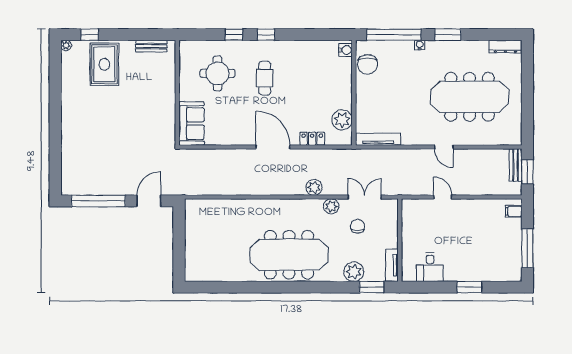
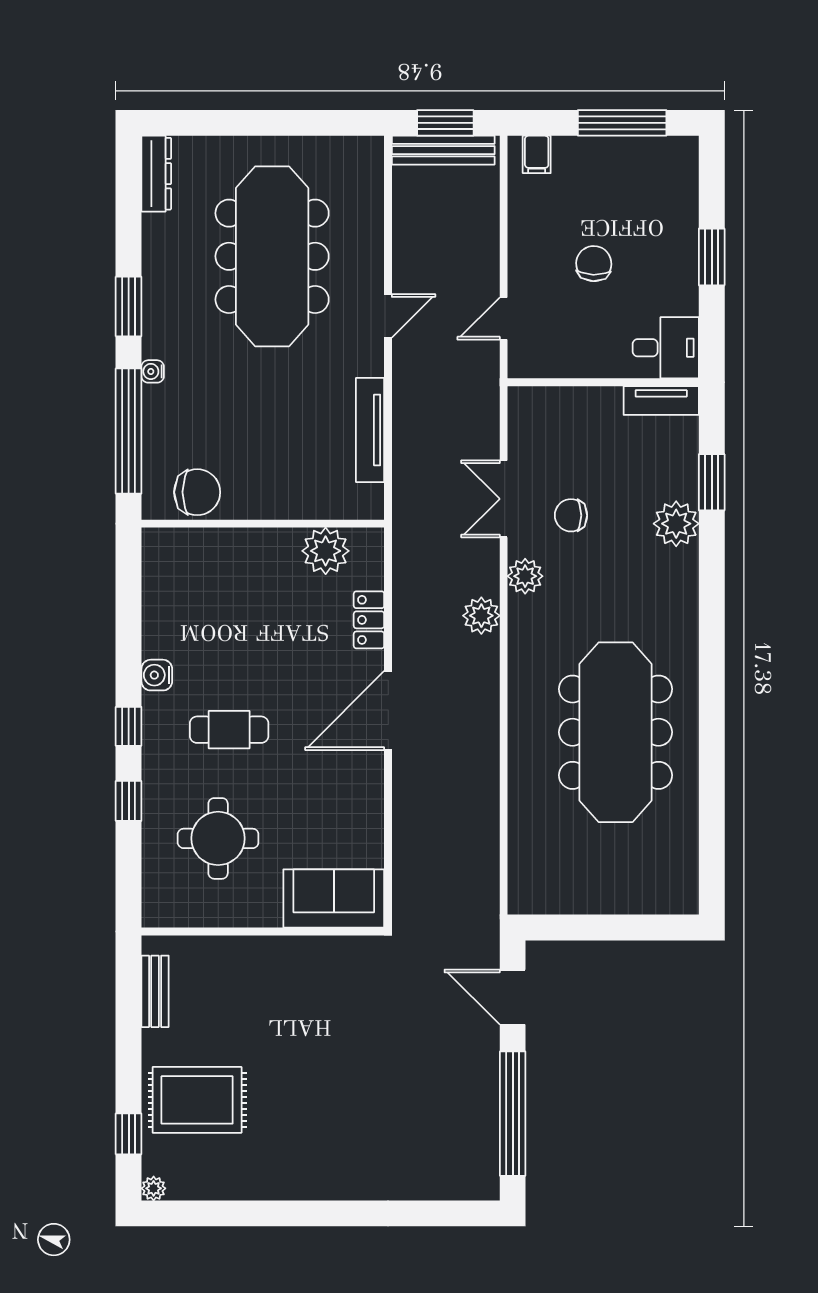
water cooler: (346, 50) -> (157, 675), moved, turned -90
tv unit: (378, 139) -> (370, 430), moved
bench: (516, 165) -> (443, 150), width x1.36
chair: (466, 236) -> (594, 264), added
wall: (400, 240) -> (603, 382), moved
meeting table: (289, 255) -> (616, 732), moved
tv unit: (392, 265) -> (661, 401), moved

